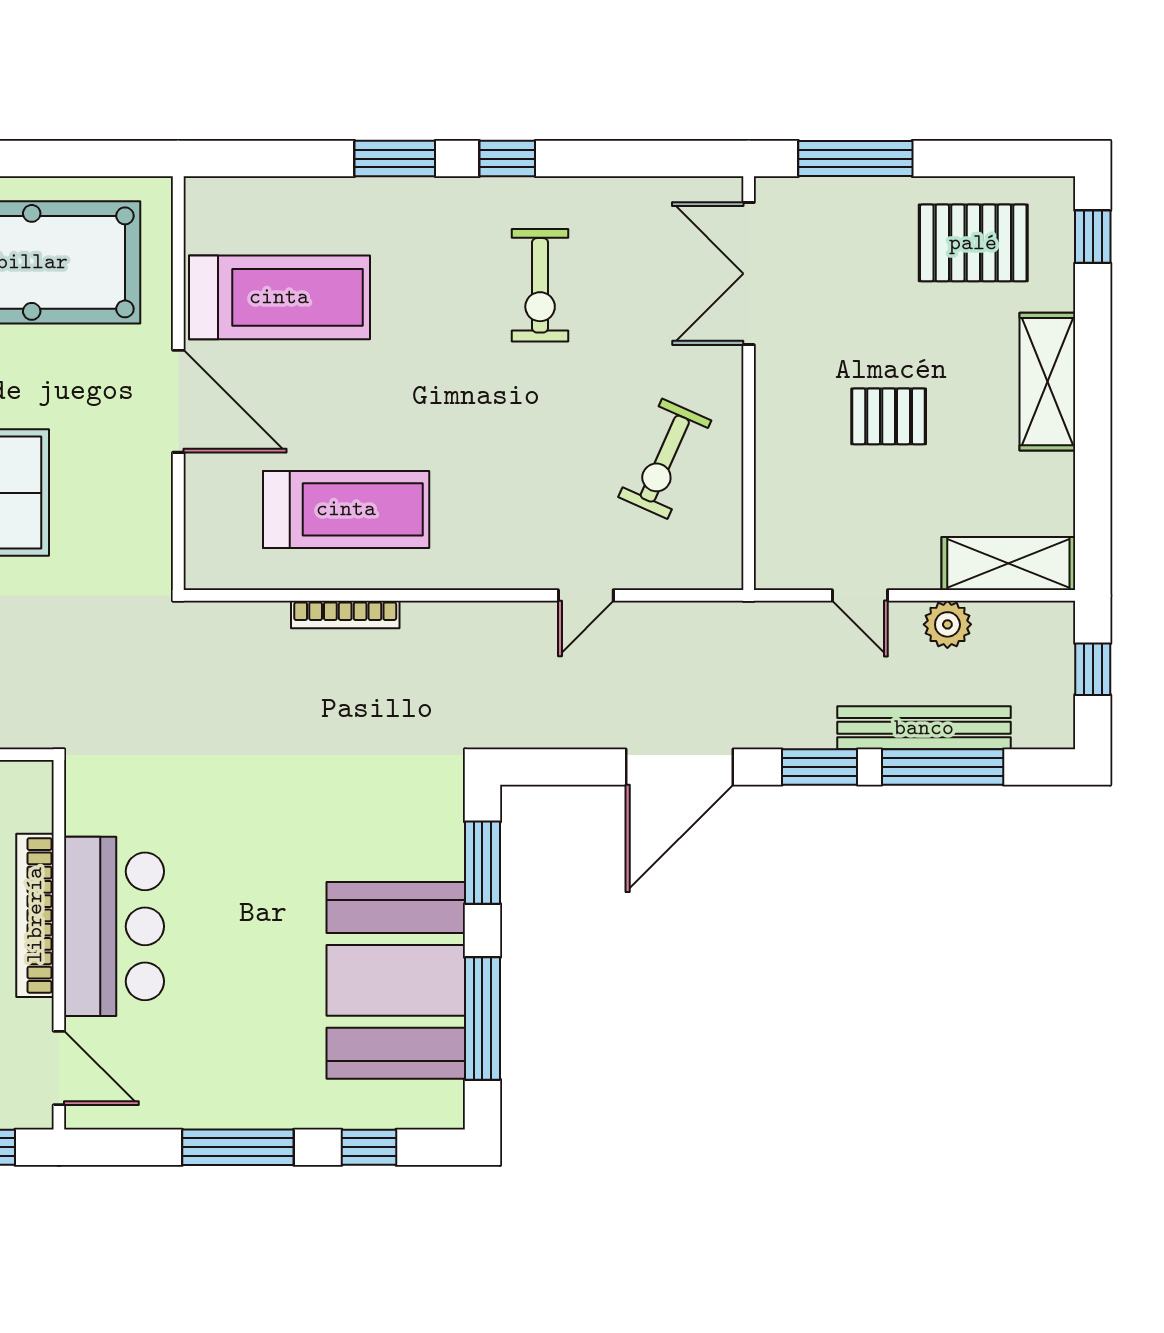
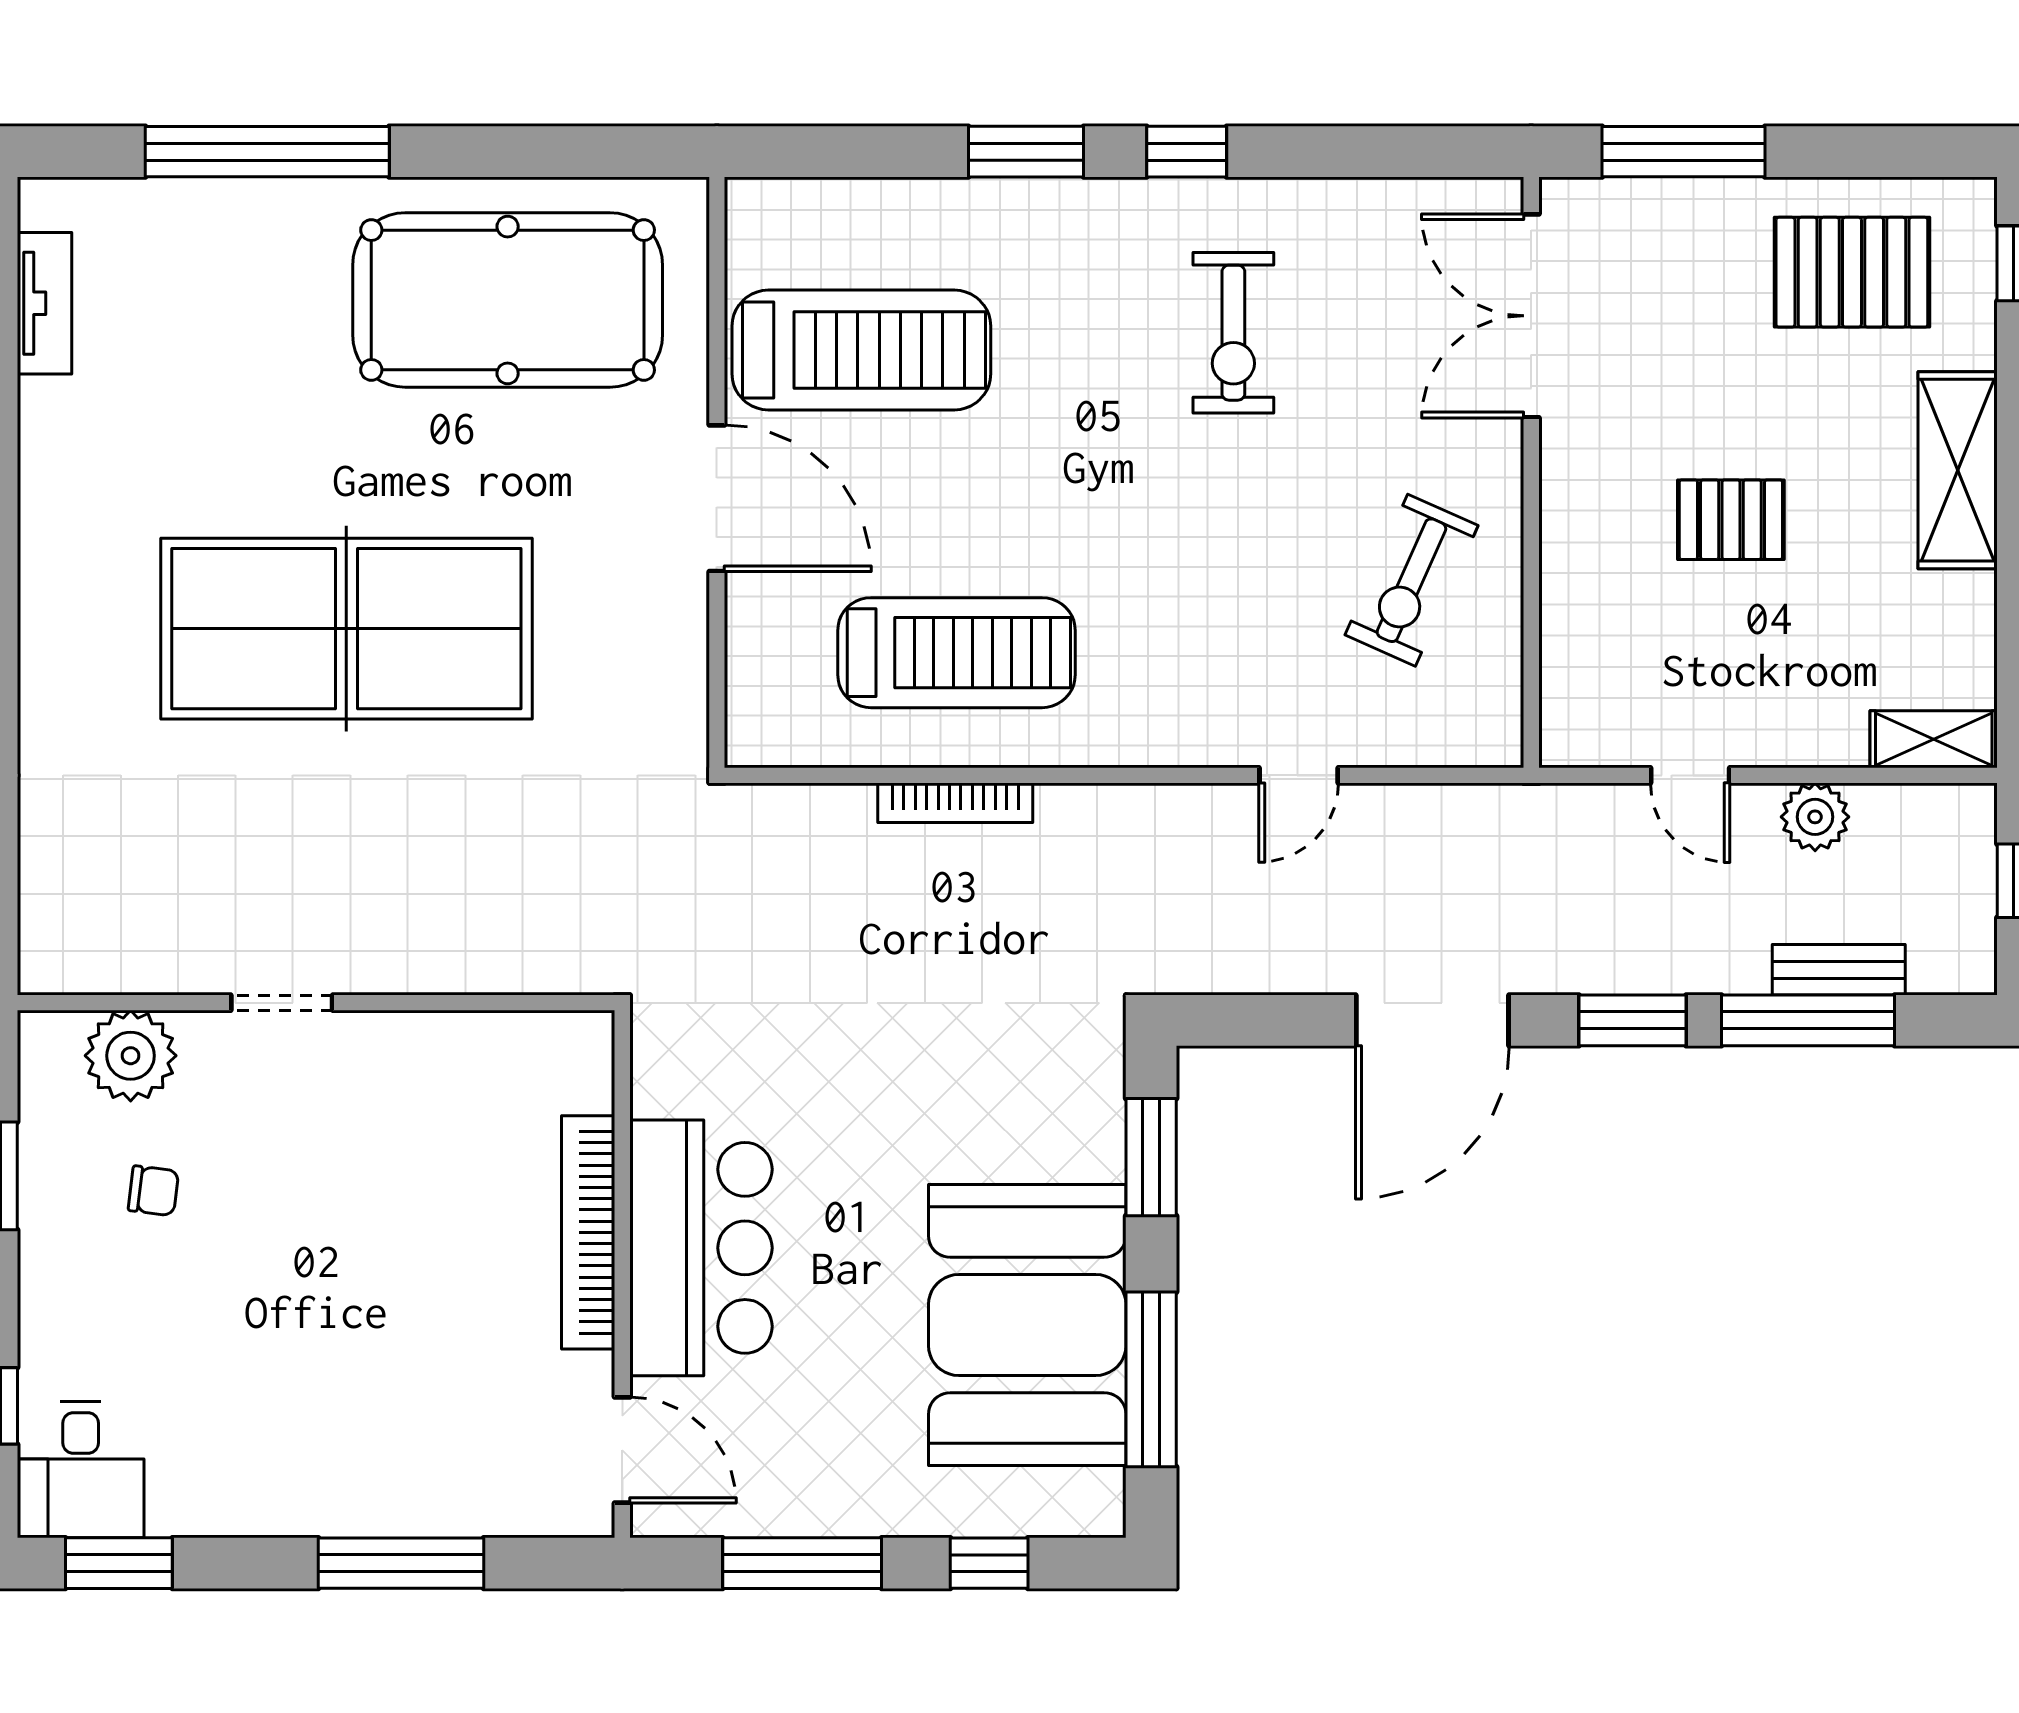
shelving: (1008, 563) -> (1934, 739), width x0.67, depth x0.75
bench: (924, 728) -> (1839, 970), width x0.54, depth x0.82
bookcase: (35, 915) -> (588, 1232), moved
bar counter: (114, 926) -> (701, 1248), moved
wall: (59, 945) -> (622, 1274), moved
door: (59, 1068) -> (622, 1450), moved

